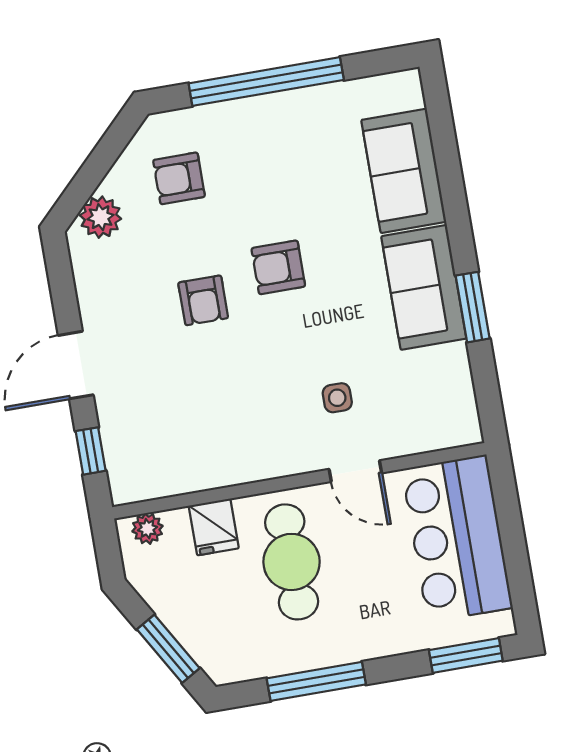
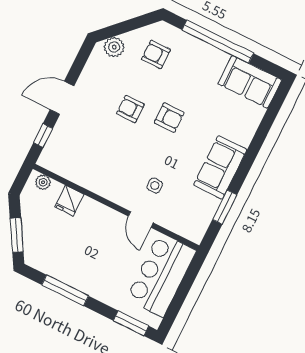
sofa: (404, 171) -> (250, 82), moved, turned -90
armchair: (278, 267) -> (169, 118), turned 180
armchair: (203, 300) -> (130, 109), turned 90
window: (473, 307) -> (225, 207), moved
cafe table: (292, 562) -> (90, 237), removed

